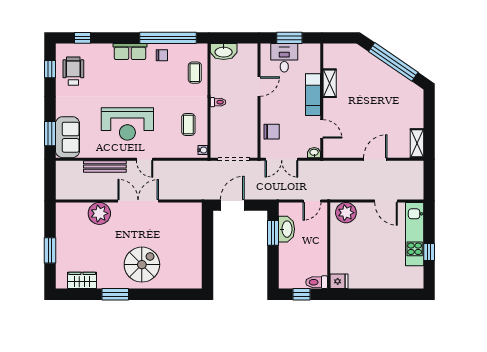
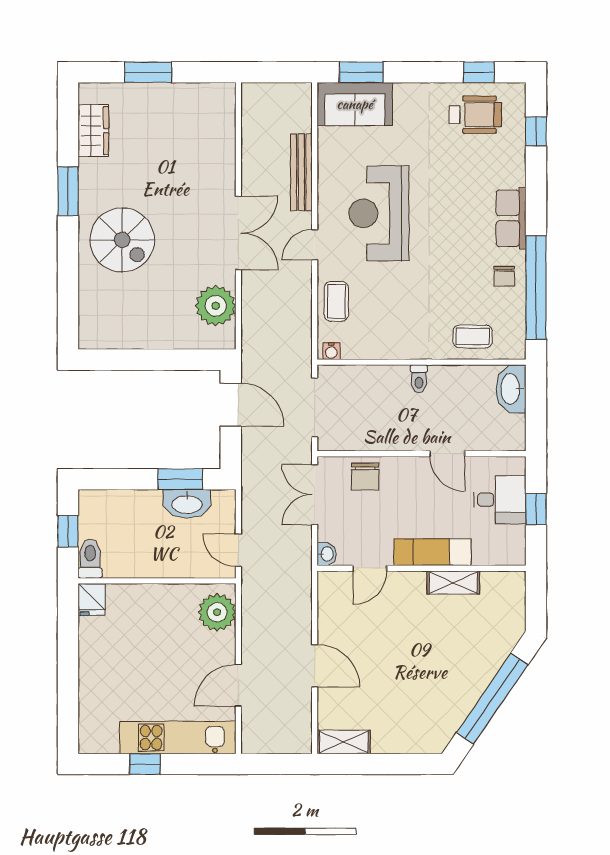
window: (289, 38) -> (536, 509), width x0.67
coffee table: (188, 125) -> (336, 301), moved, turned 90
plant: (99, 213) -> (216, 306), moved

